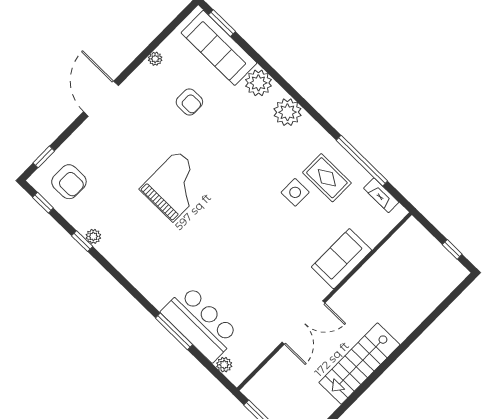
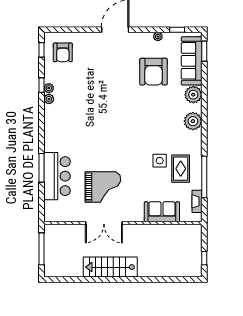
armchair: (189, 102) -> (153, 72), width x1.88, depth x1.88
window: (44, 157) -> (177, 30), moved
grand piano: (175, 186) -> (103, 187), moved
sofa: (342, 259) -> (162, 212), moved
plant: (224, 365) -> (49, 99), moved

